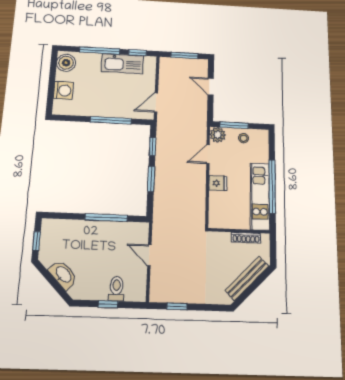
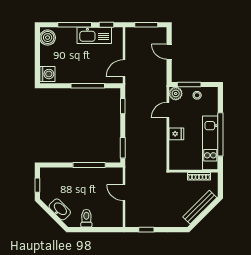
washing machine: (63, 90) -> (47, 74), moved
window: (151, 179) -> (123, 148), moved
toilet: (116, 289) -> (86, 218), moved
window: (108, 304) -> (95, 230), removed

